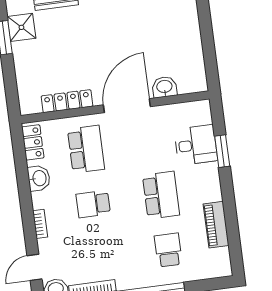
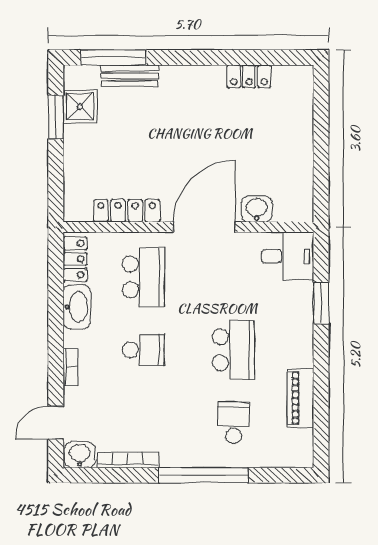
desk: (196, 145) -> (288, 256), moved
washbasin: (39, 178) -> (77, 307), width x1.38
school desk: (93, 204) -> (143, 350), turned 180

